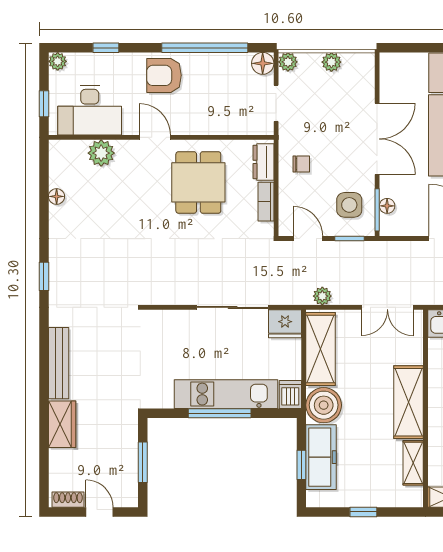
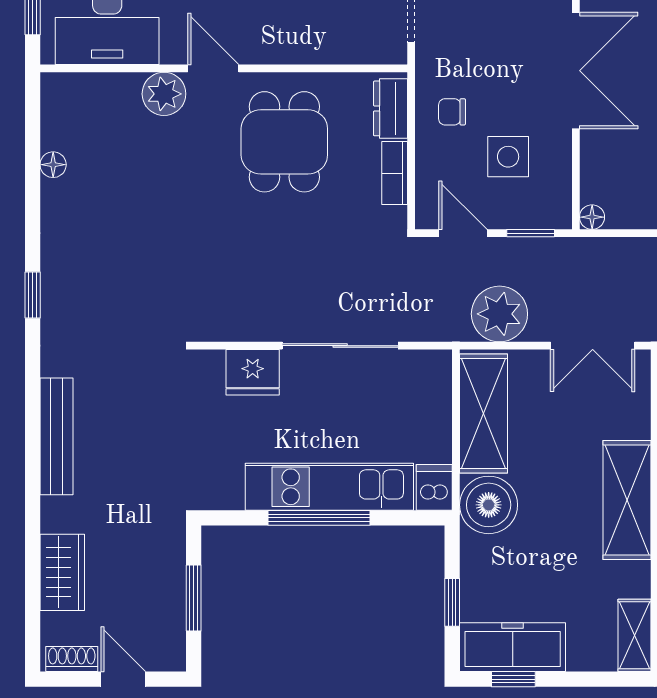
plant: (101, 153) -> (164, 94), moved
chair: (301, 164) -> (452, 112), turned 180
side table: (349, 205) -> (508, 157), moved
floor lamp: (387, 206) -> (592, 217), moved
window: (377, 210) -> (576, 187), removed
plant: (322, 296) -> (499, 314), width x1.87, depth x1.87
fridge: (285, 324) -> (253, 372), moved
wardrobe: (62, 424) -> (62, 572), moved
freezer: (321, 457) -> (513, 647), moved, turned -90
shelving: (413, 463) -> (634, 635), moved
window: (363, 512) -> (513, 679), moved

